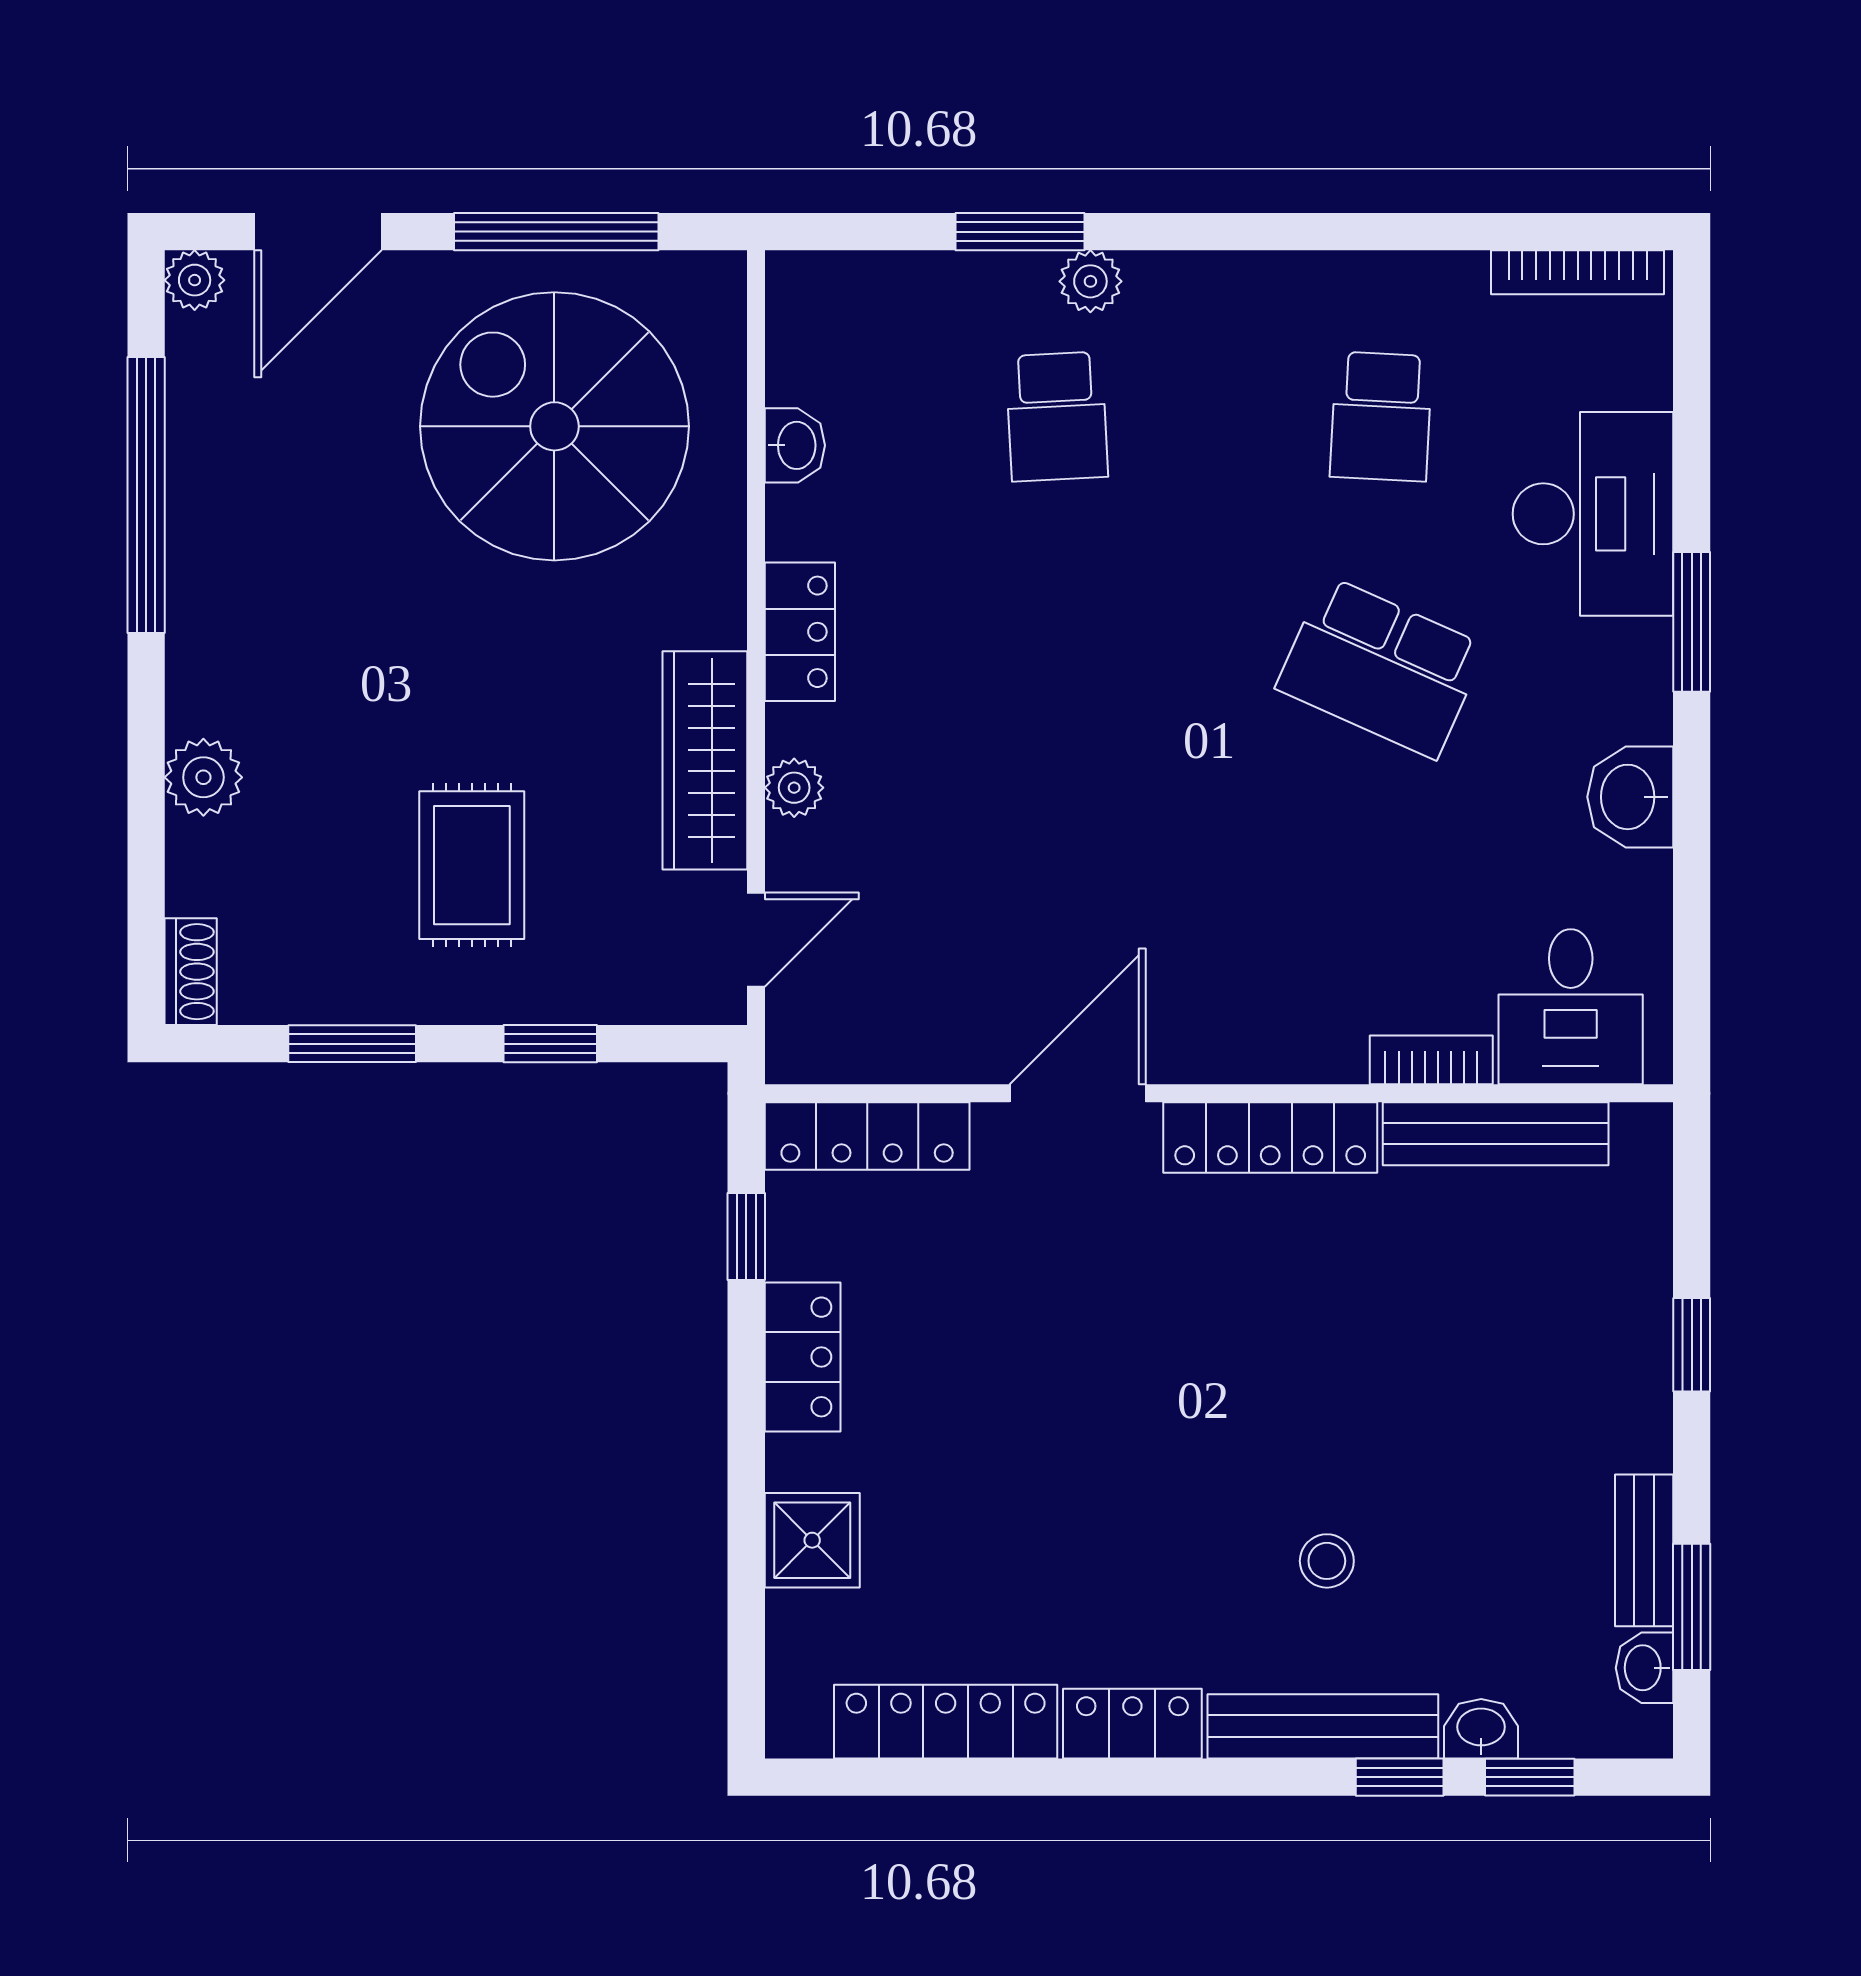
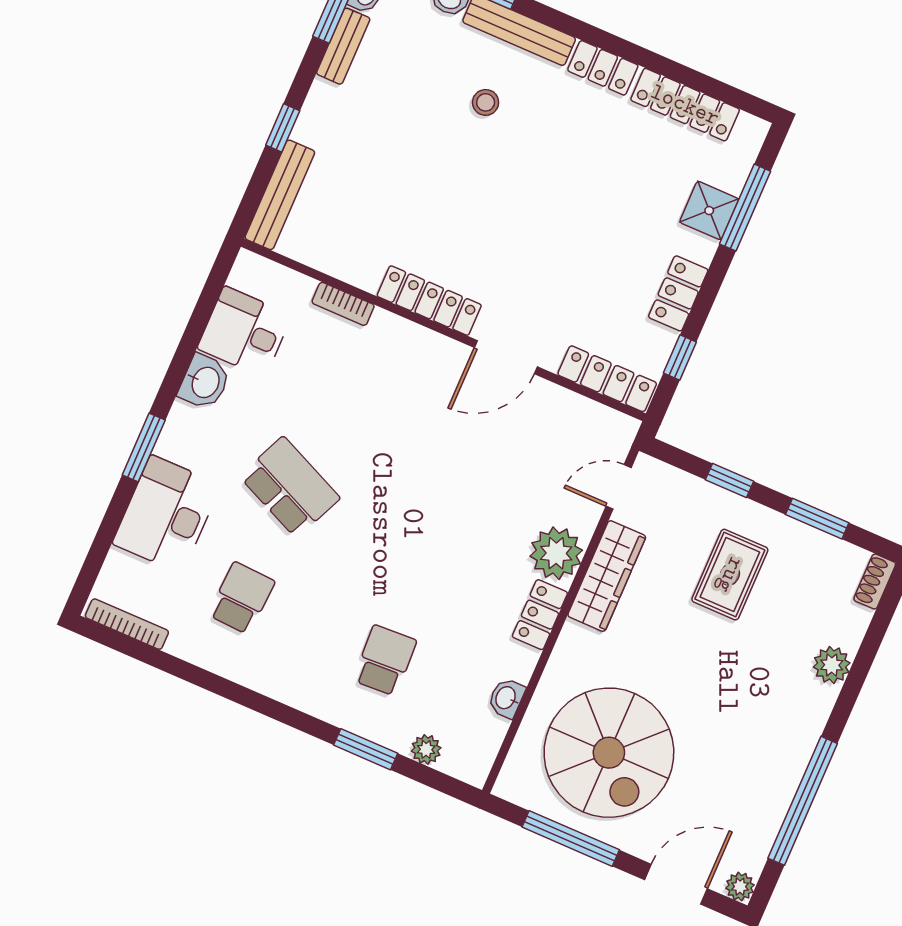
plant: (1090, 281) -> (426, 749), moved
plant: (794, 788) -> (556, 553), width x1.87, depth x1.87
desk: (1571, 1007) -> (245, 332), moved, turned -90
bench: (1496, 1134) -> (280, 195), moved, turned 90
window: (746, 1576) -> (745, 208), added

